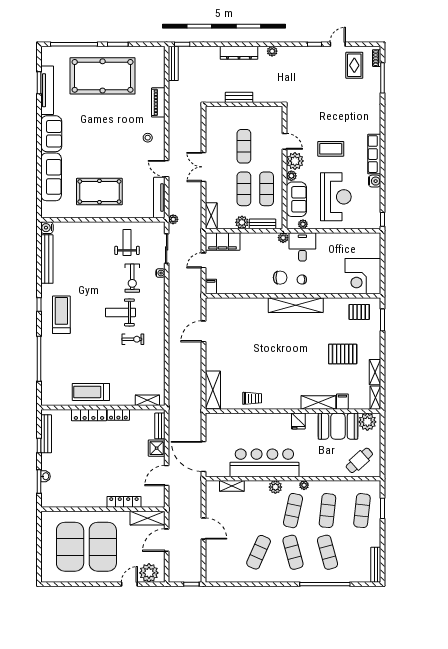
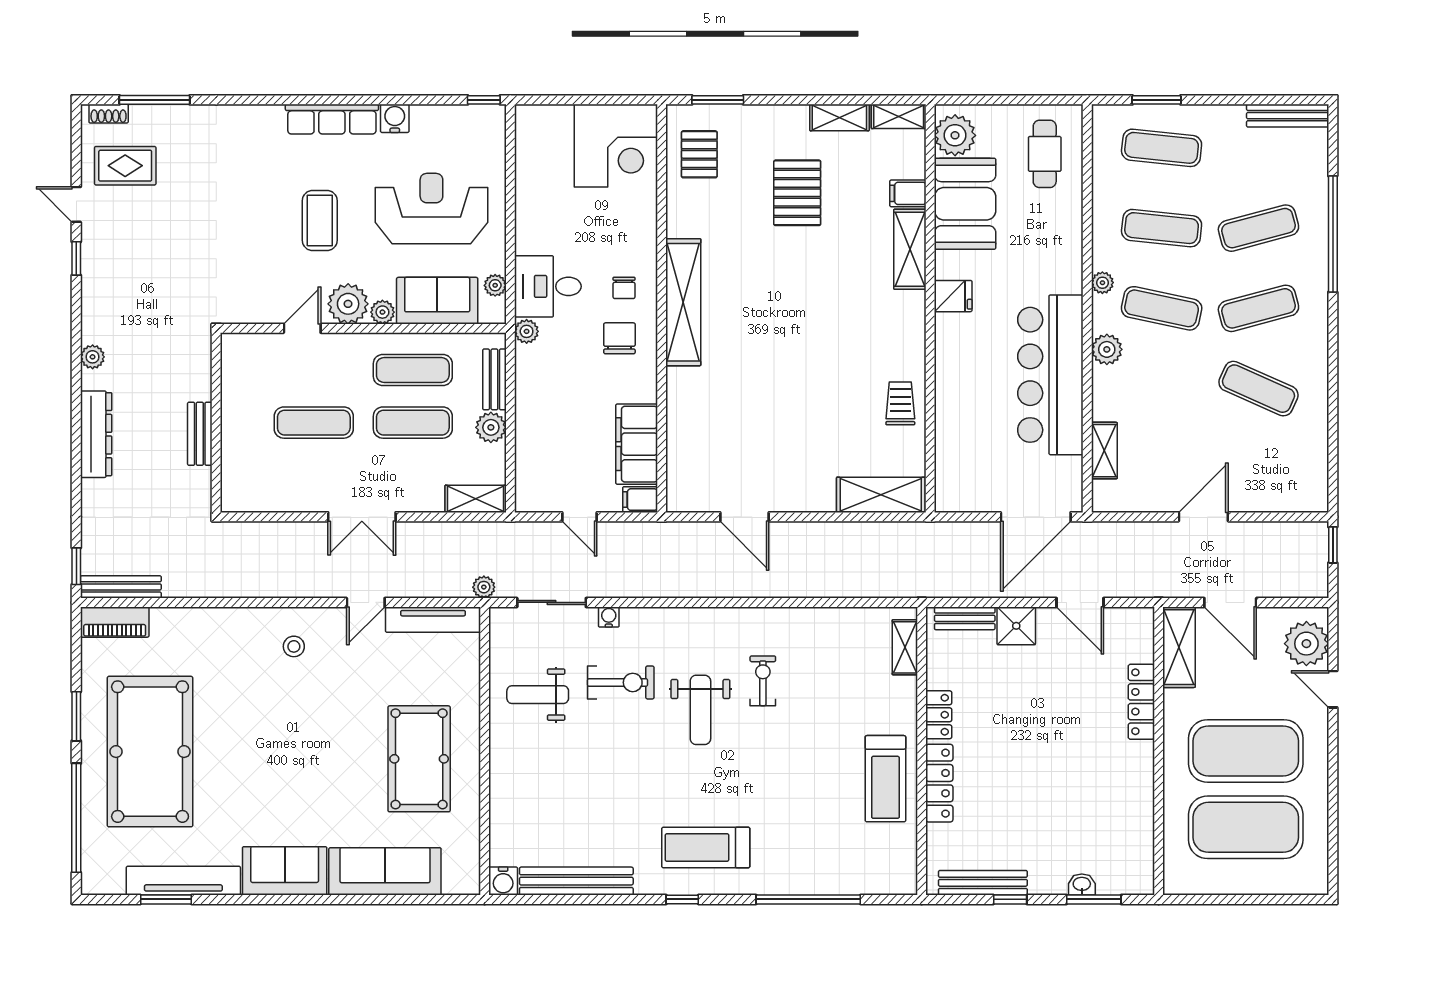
piano: (158, 102) -> (115, 622), moved
filing cabinet: (223, 242) -> (637, 444), moved, turned 180
cafe table: (359, 460) -> (1045, 154), turned 42

